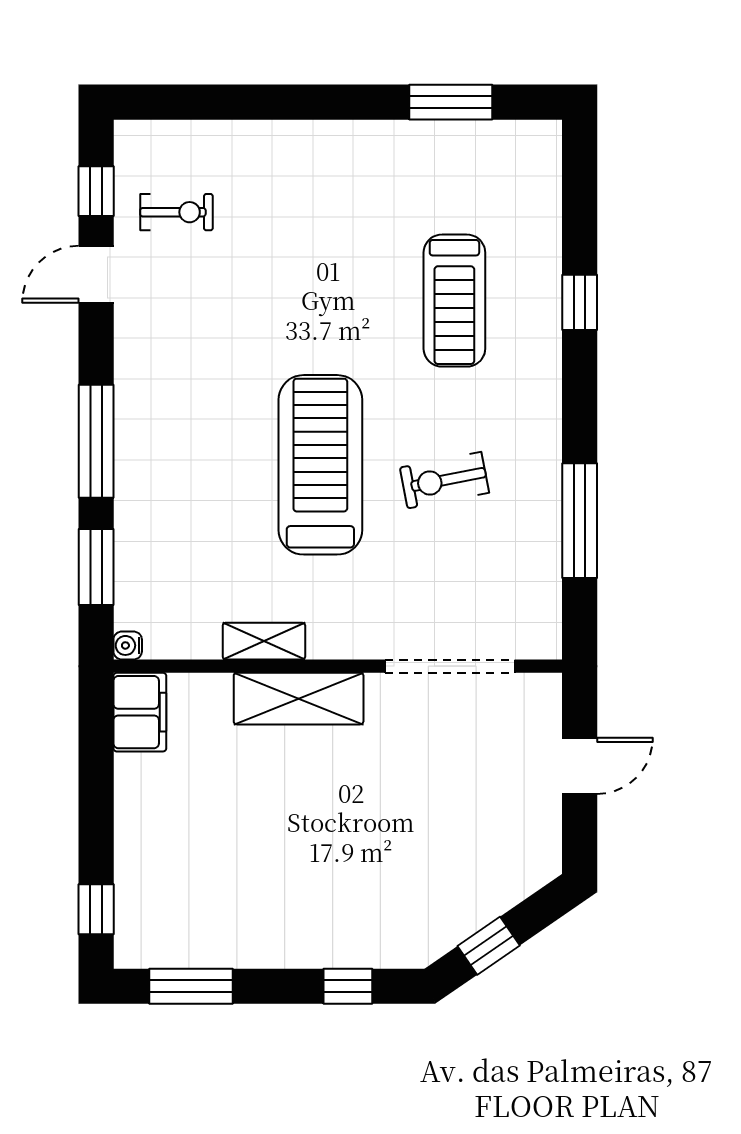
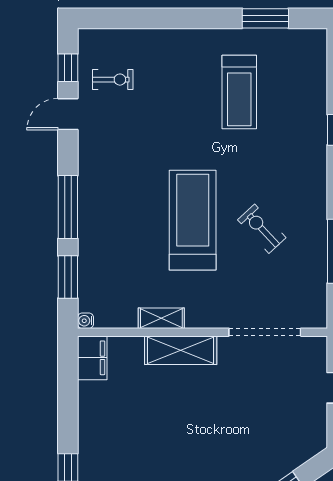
treadmill: (454, 301) -> (239, 92), moved
exercise bike: (444, 480) -> (262, 229), turned 58

